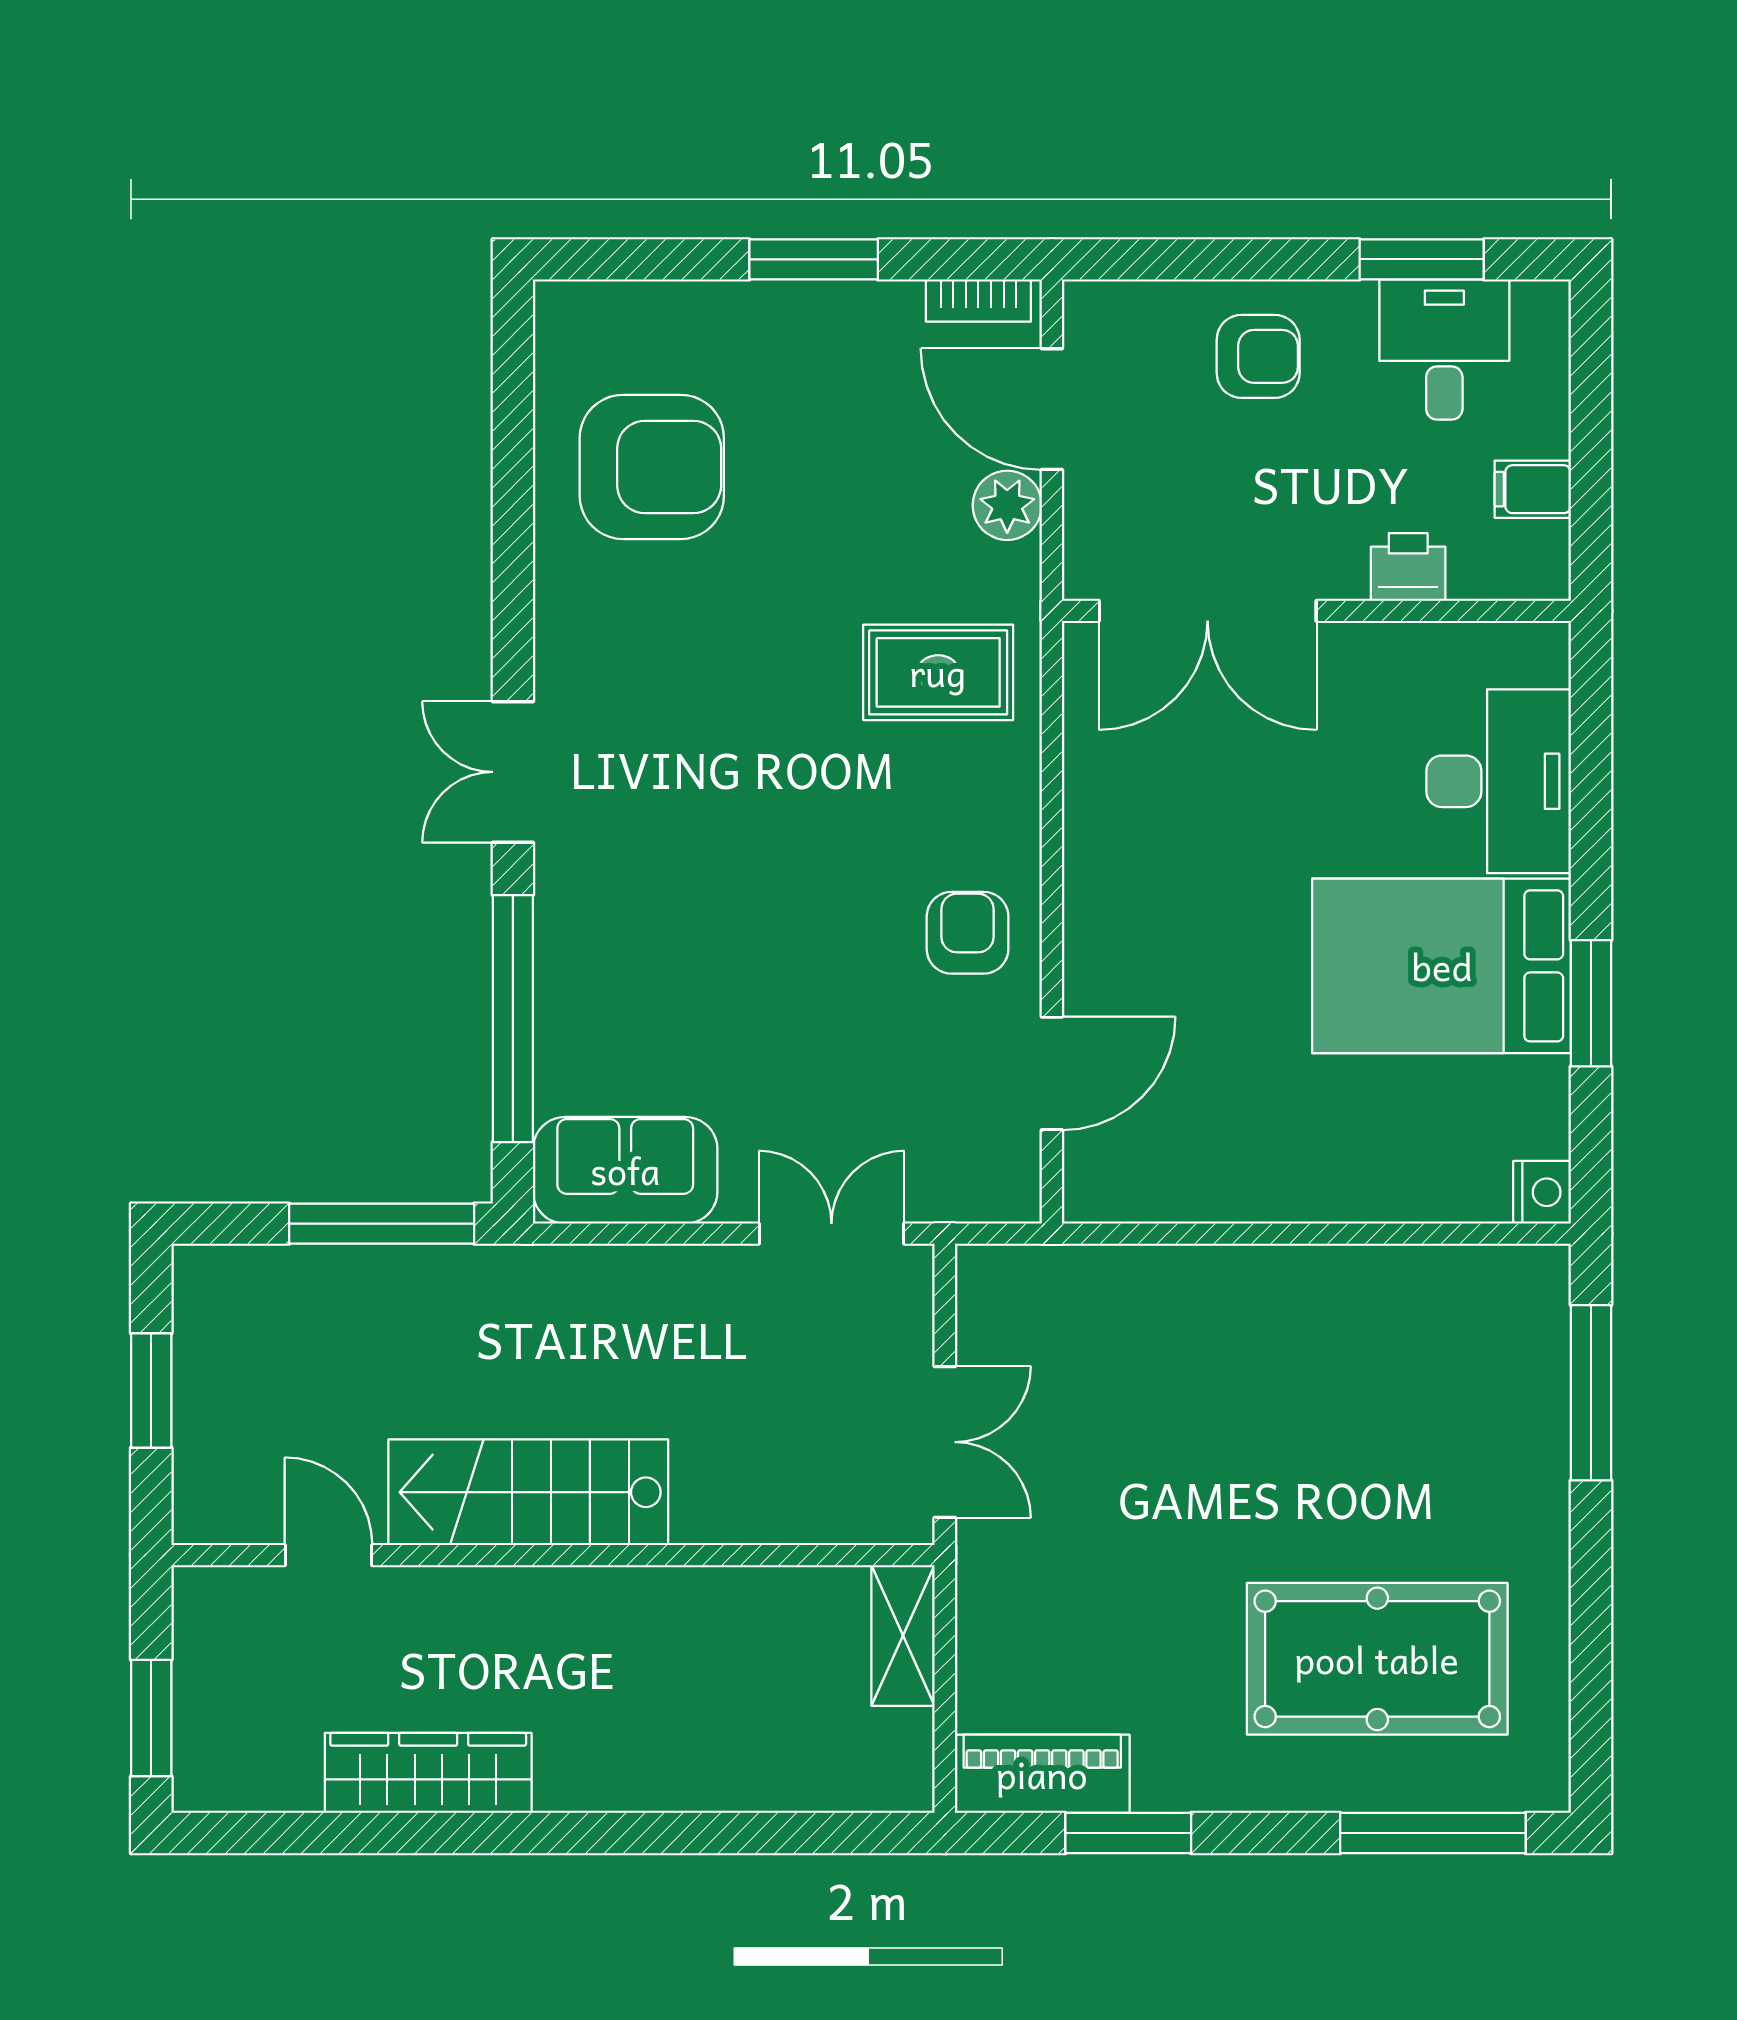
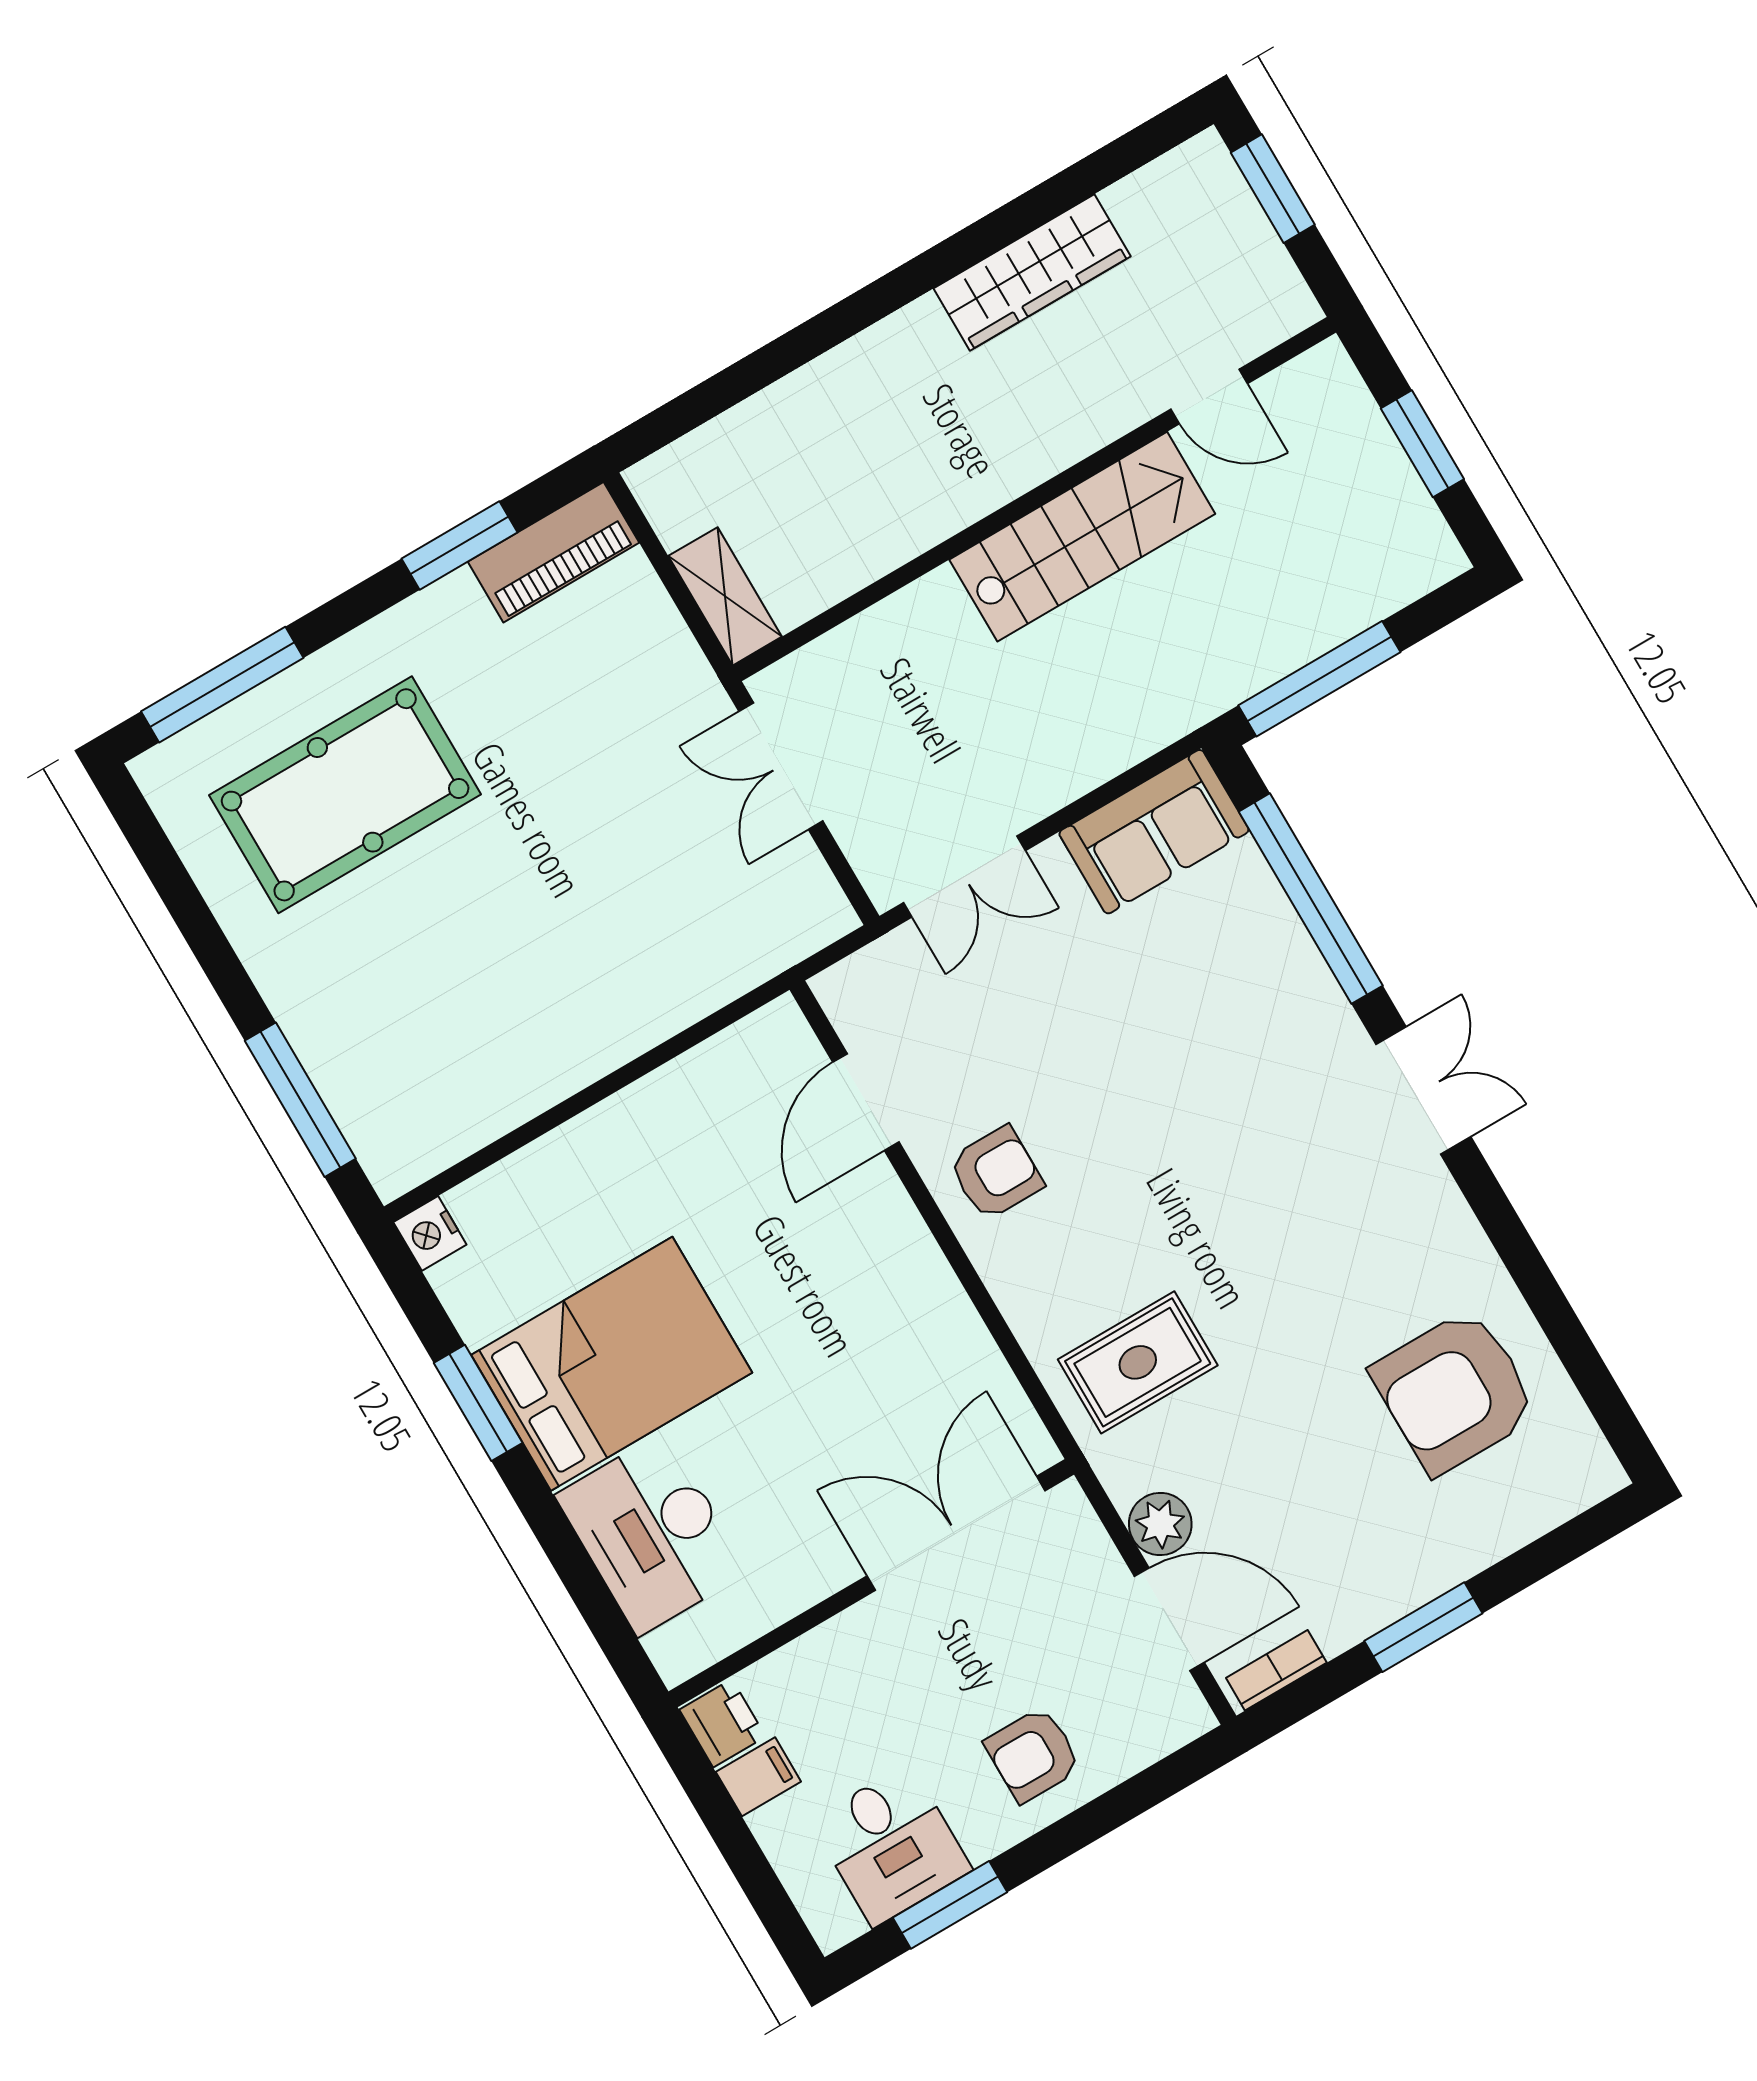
printer: (1408, 567) -> (723, 1723), moved, turned -90
armchair: (968, 933) -> (996, 1173), turned -90

